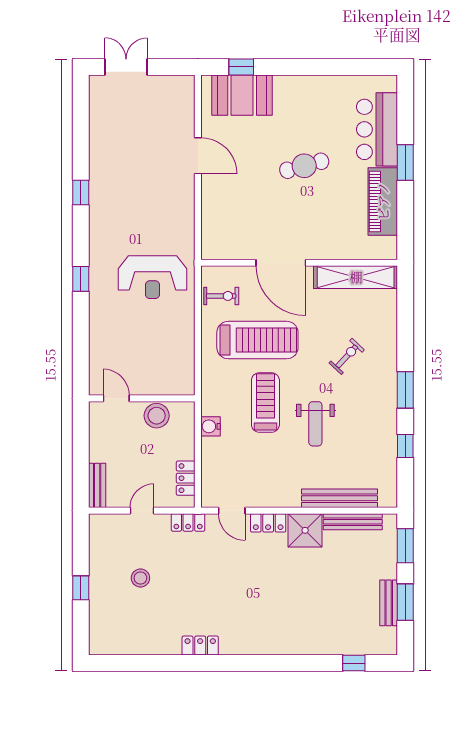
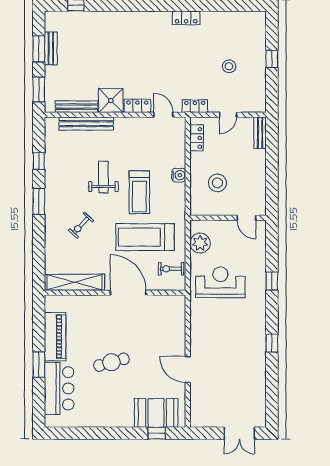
plant: (181, 332) -> (200, 243), added
door: (116, 398) -> (246, 218), moved
wall: (142, 398) -> (228, 218), moved

